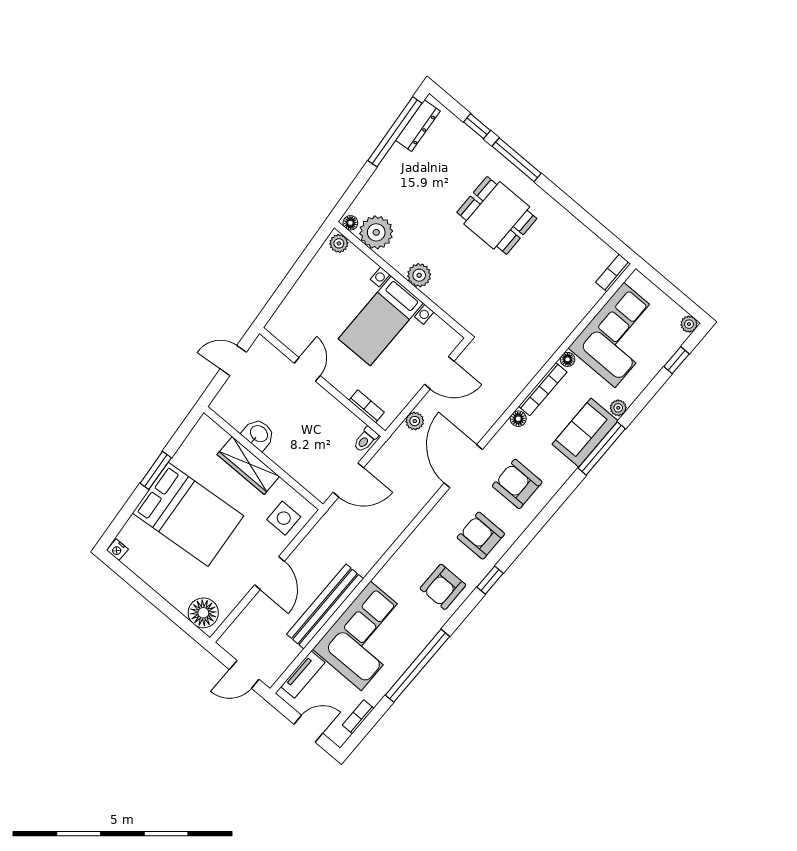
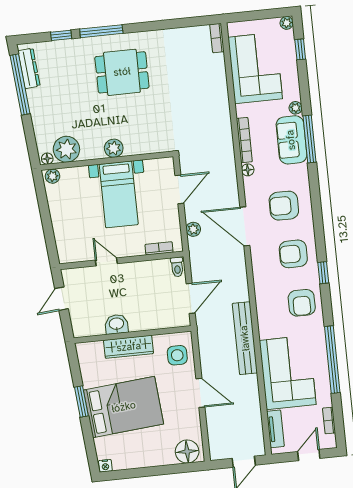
floor lamp: (568, 359) -> (241, 110), removed
bench: (325, 606) -> (245, 338), moved

